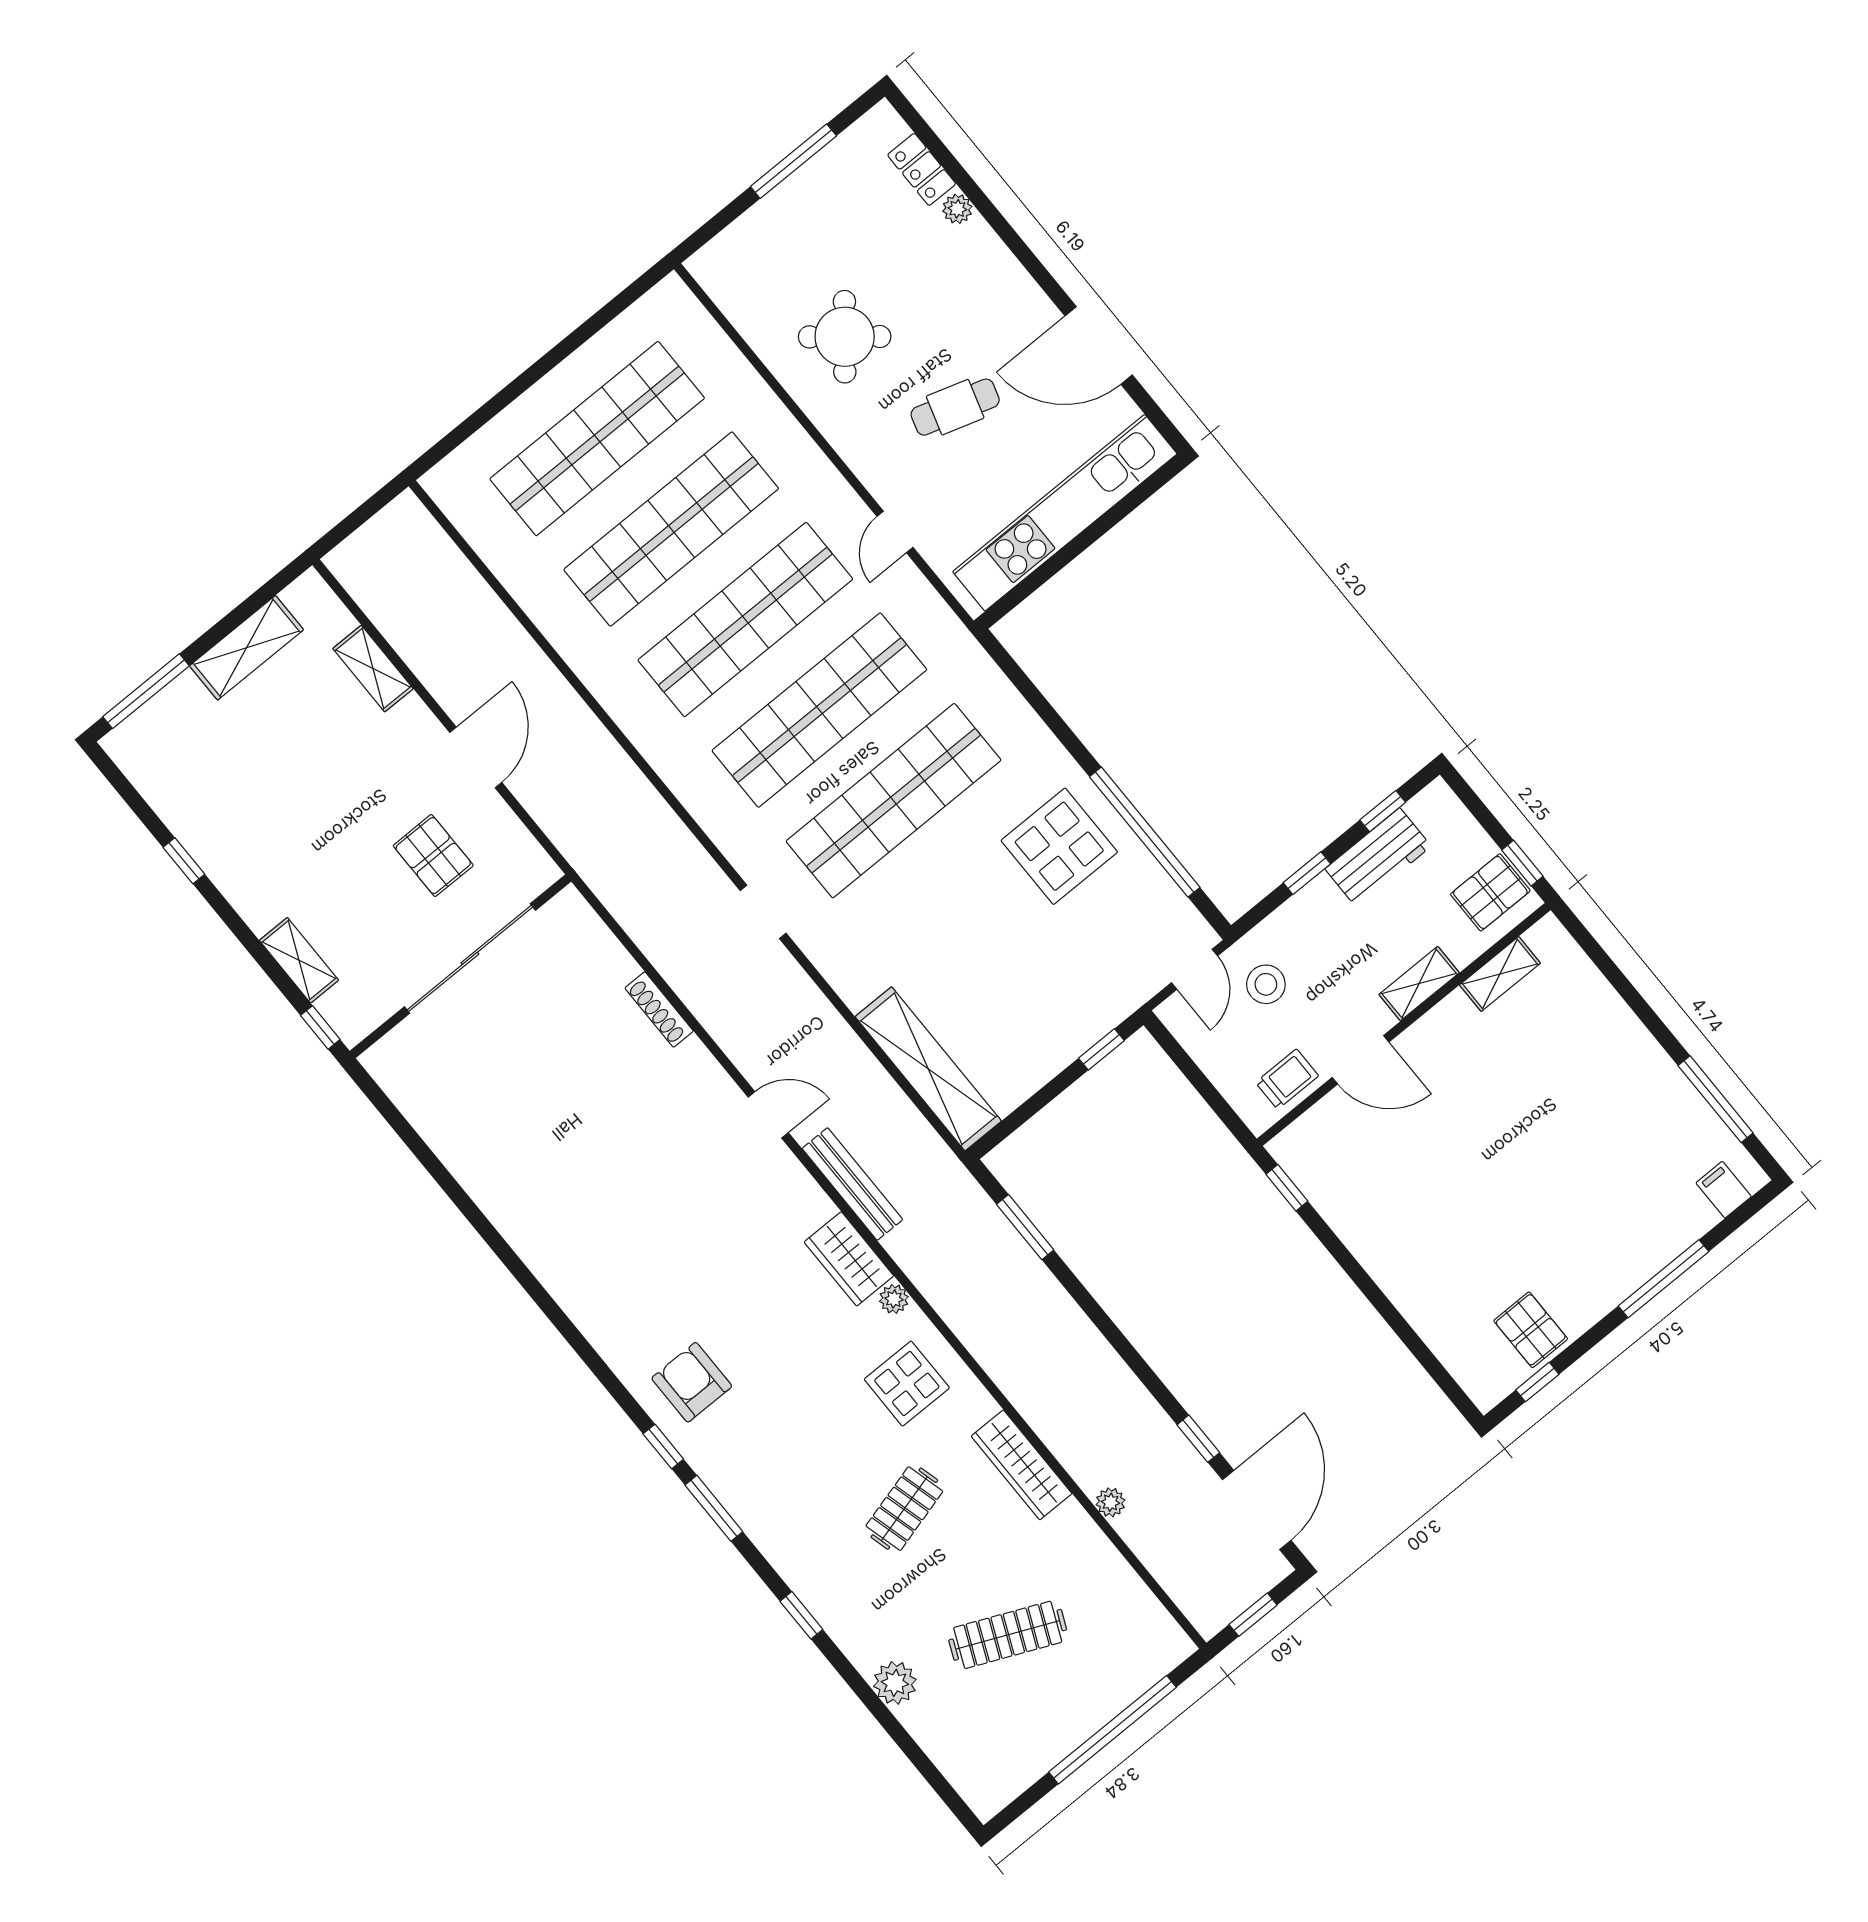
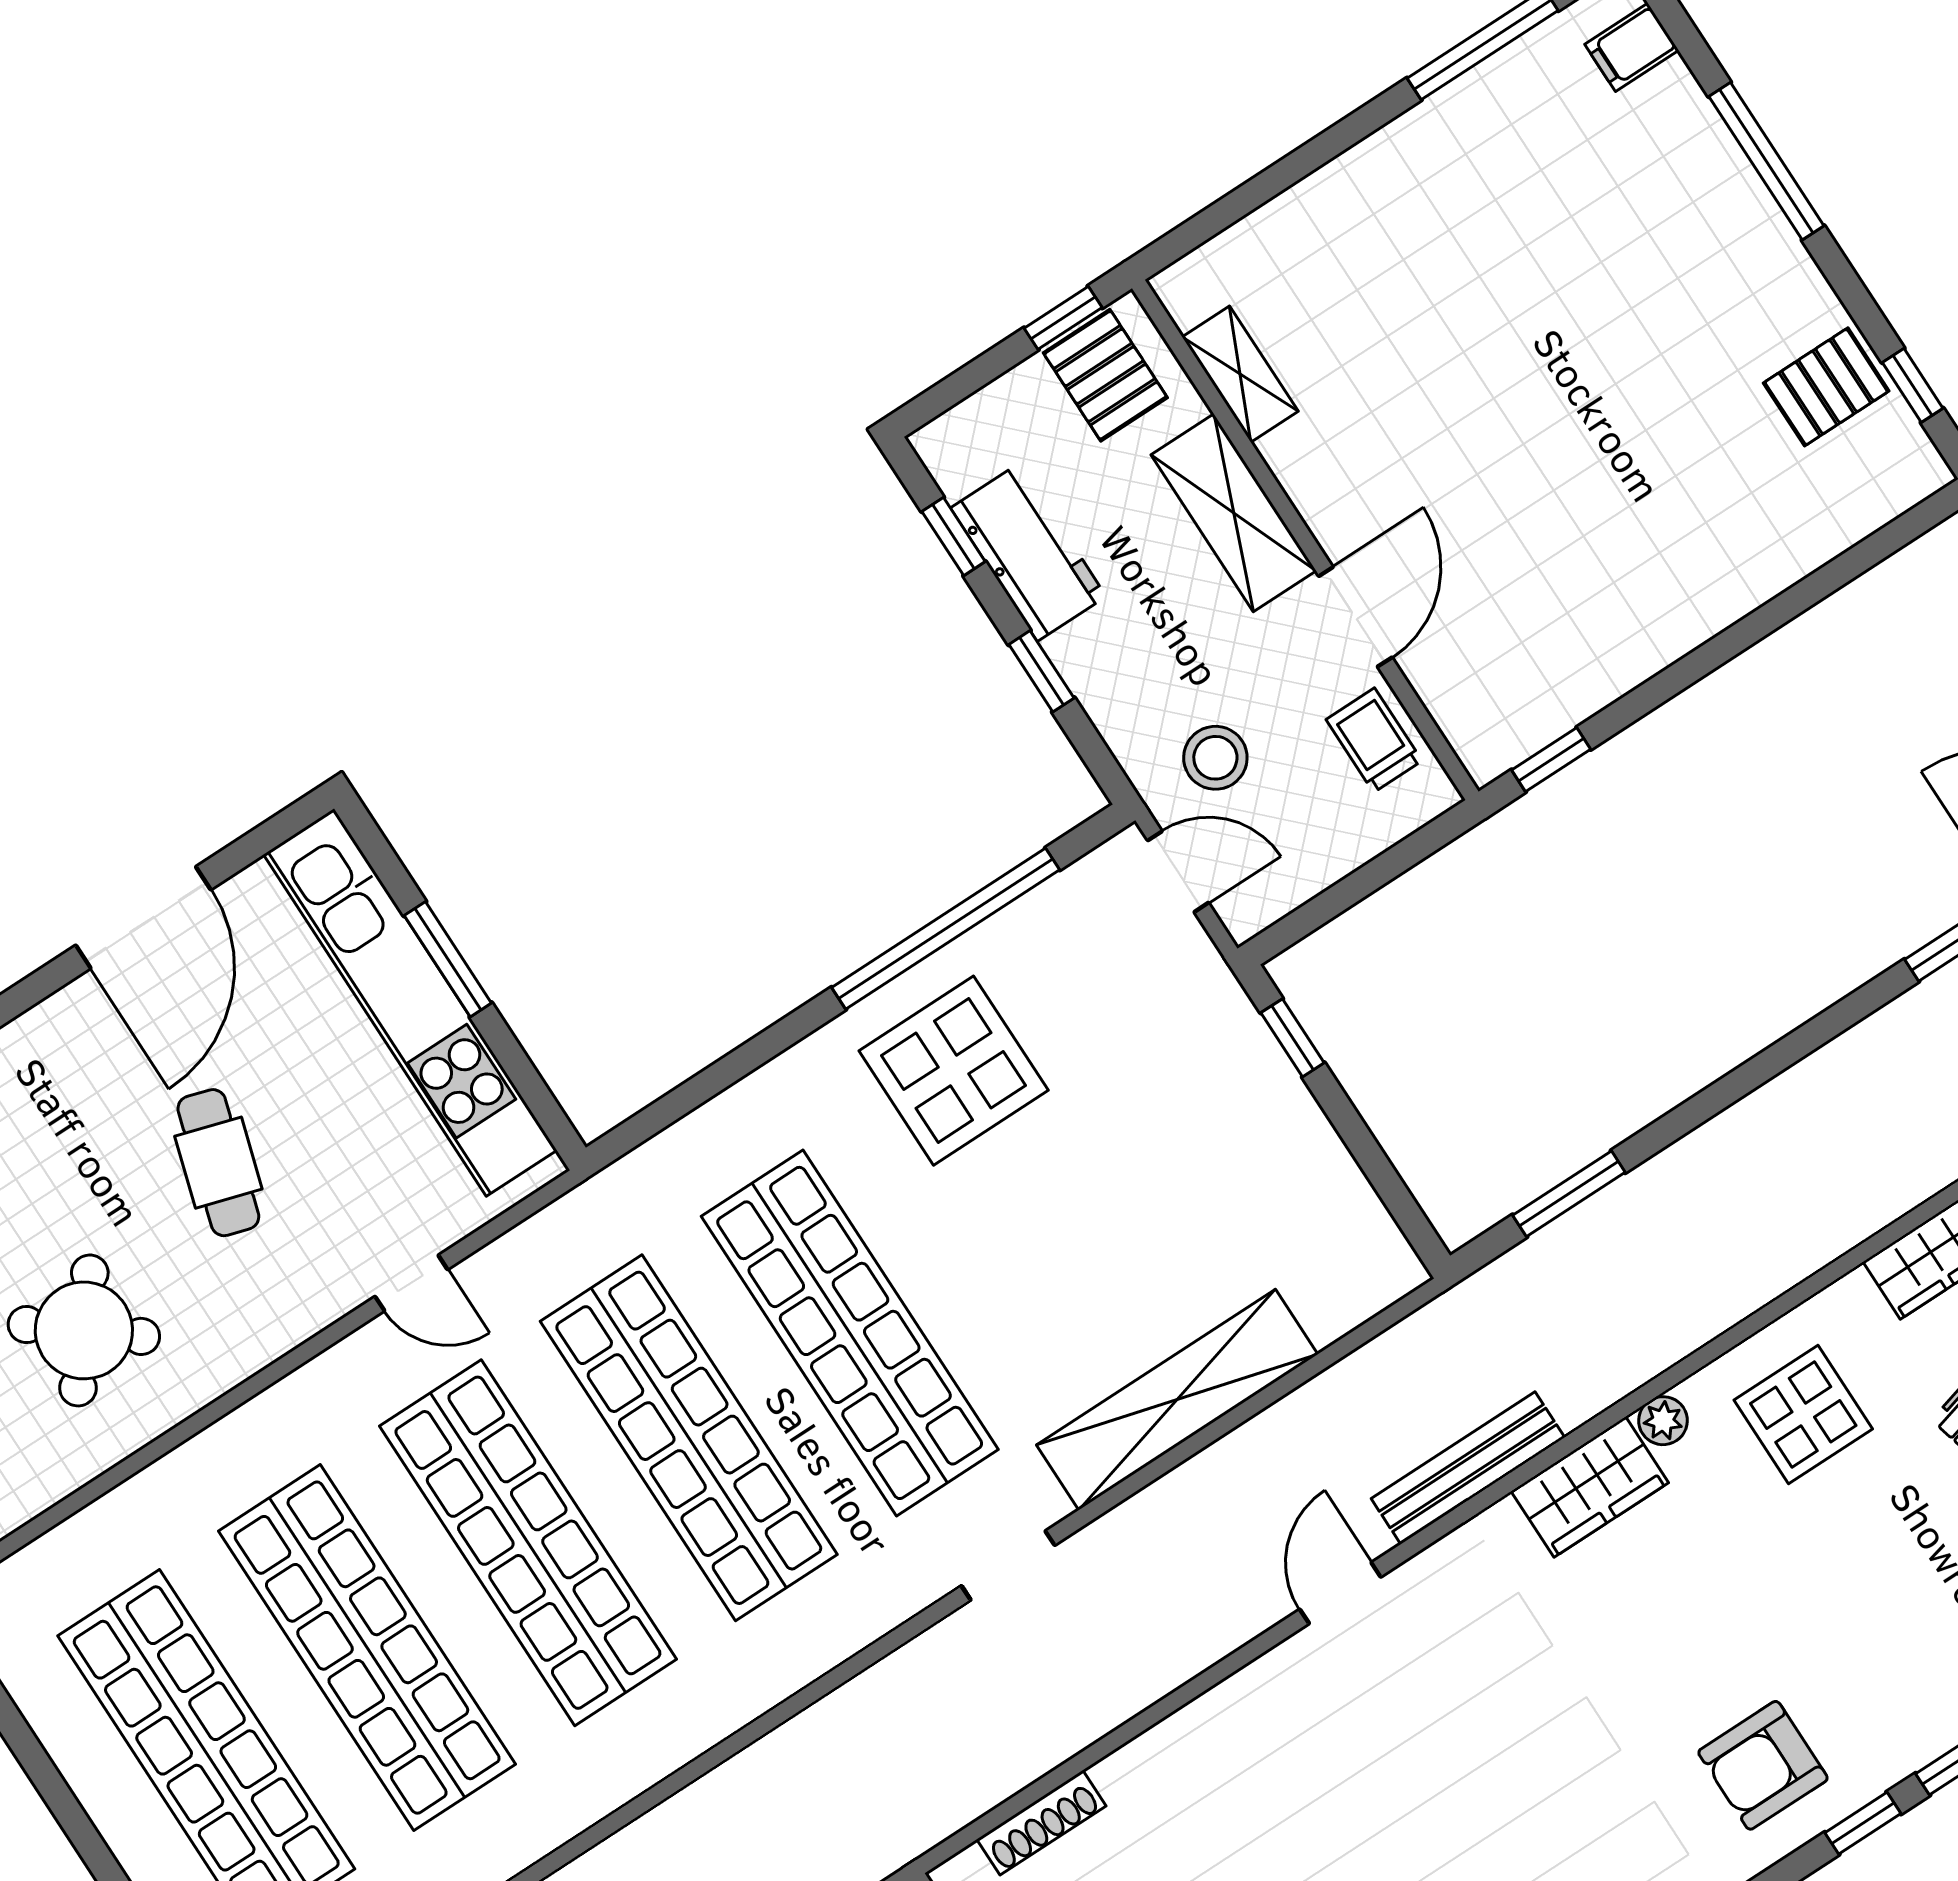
window: (1093, 533) -> (448, 959), added
shelving: (1419, 984) -> (1234, 513), width x1.50, depth x1.33
shoe rack: (659, 1010) -> (1041, 1823), moved
shelving: (928, 1069) -> (1177, 1400), moved

